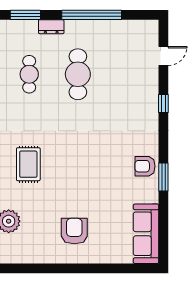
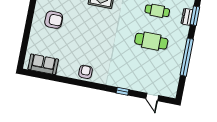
dresser: (51, 27) -> (187, 17), moved
window: (163, 177) -> (76, 82), removed
sofa: (146, 234) -> (43, 64), width x0.73

